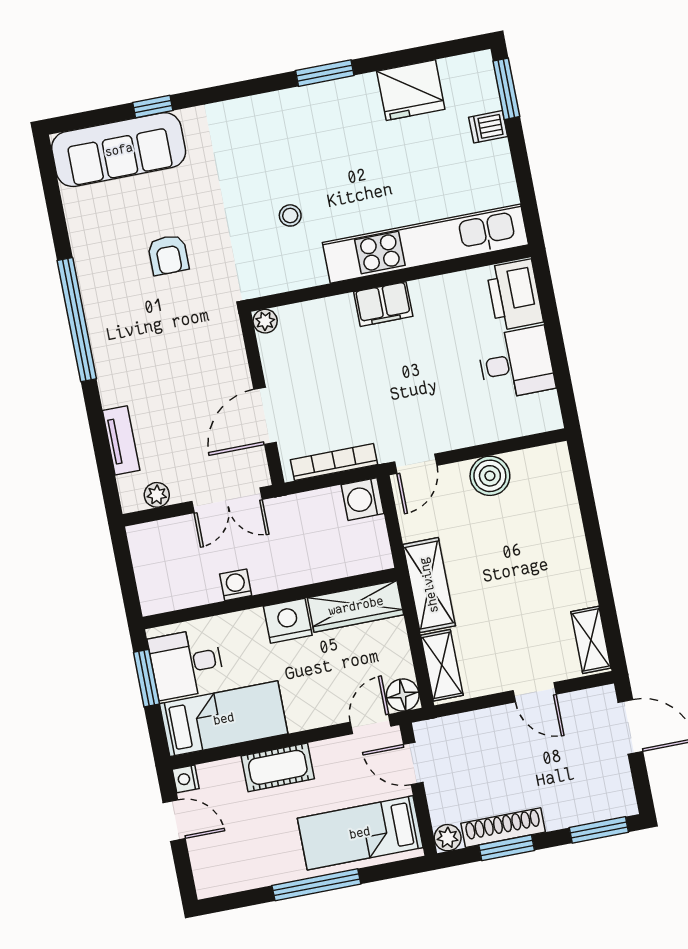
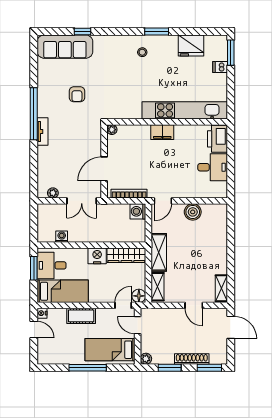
stool: (290, 215) -> (142, 52), moved
tv unit: (121, 440) -> (42, 132), moved
washing machine: (236, 585) -> (62, 237), moved
shoe rack: (503, 828) -> (192, 359), moved

